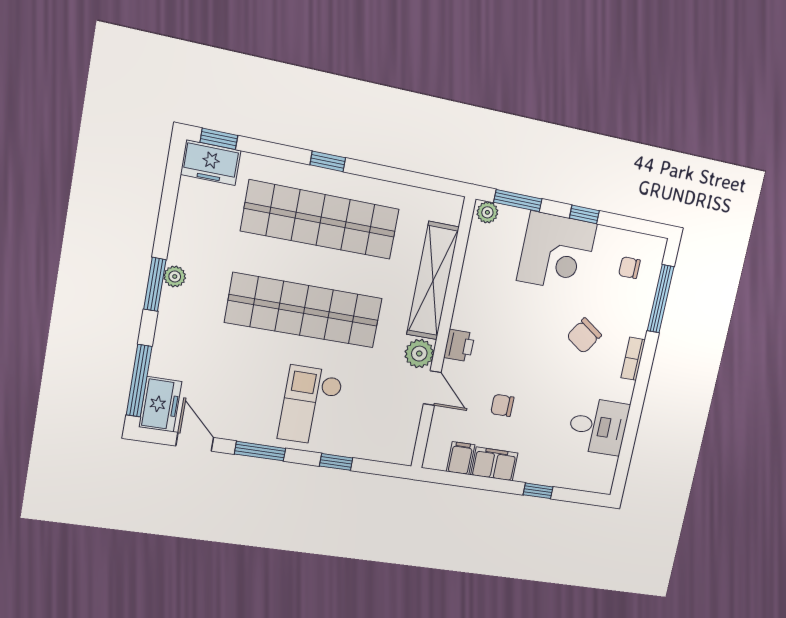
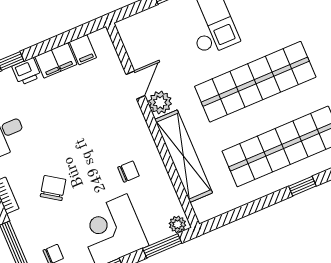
printer: (459, 345) -> (27, 72), moved, turned -90
door: (432, 388) -> (136, 85), swing flipped
chair: (502, 405) -> (128, 172), moved

